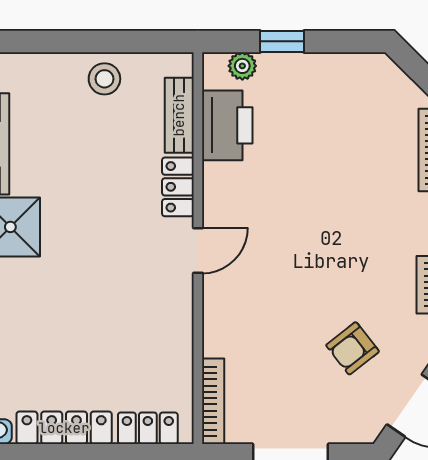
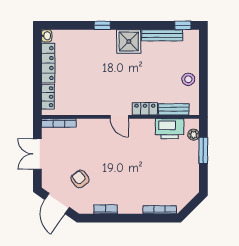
window: (282, 41) -> (203, 151), width x1.50

